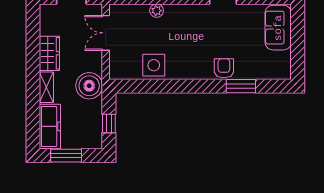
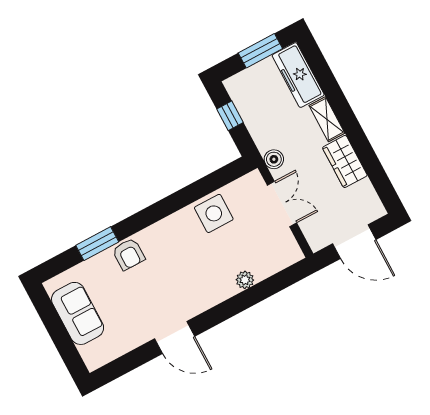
sofa: (278, 28) -> (78, 313), moved
double door: (106, 33) -> (282, 204), moved
boiler: (89, 86) -> (274, 159), width x0.54, depth x0.54

